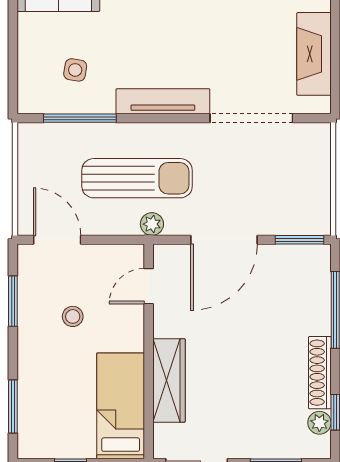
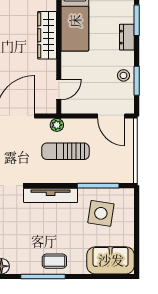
side table: (75, 70) -> (101, 213), width x1.87, depth x1.87
sun lounger: (137, 178) -> (65, 151), width x0.73, depth x0.75
stool: (73, 316) -> (123, 75), moved
dresser: (30, 377) -> (127, 37), added

